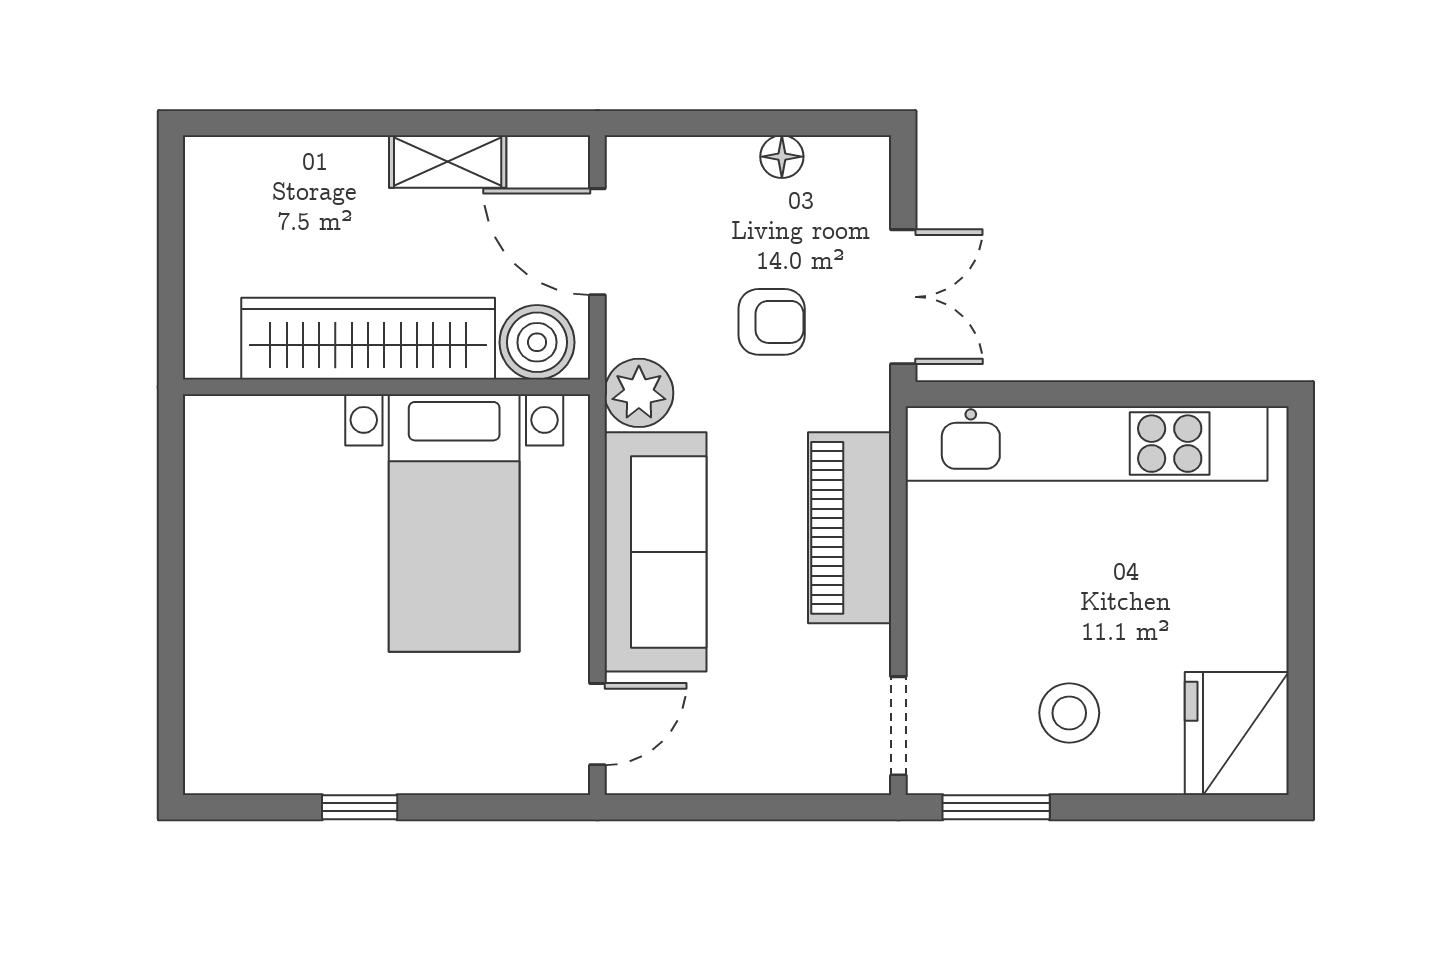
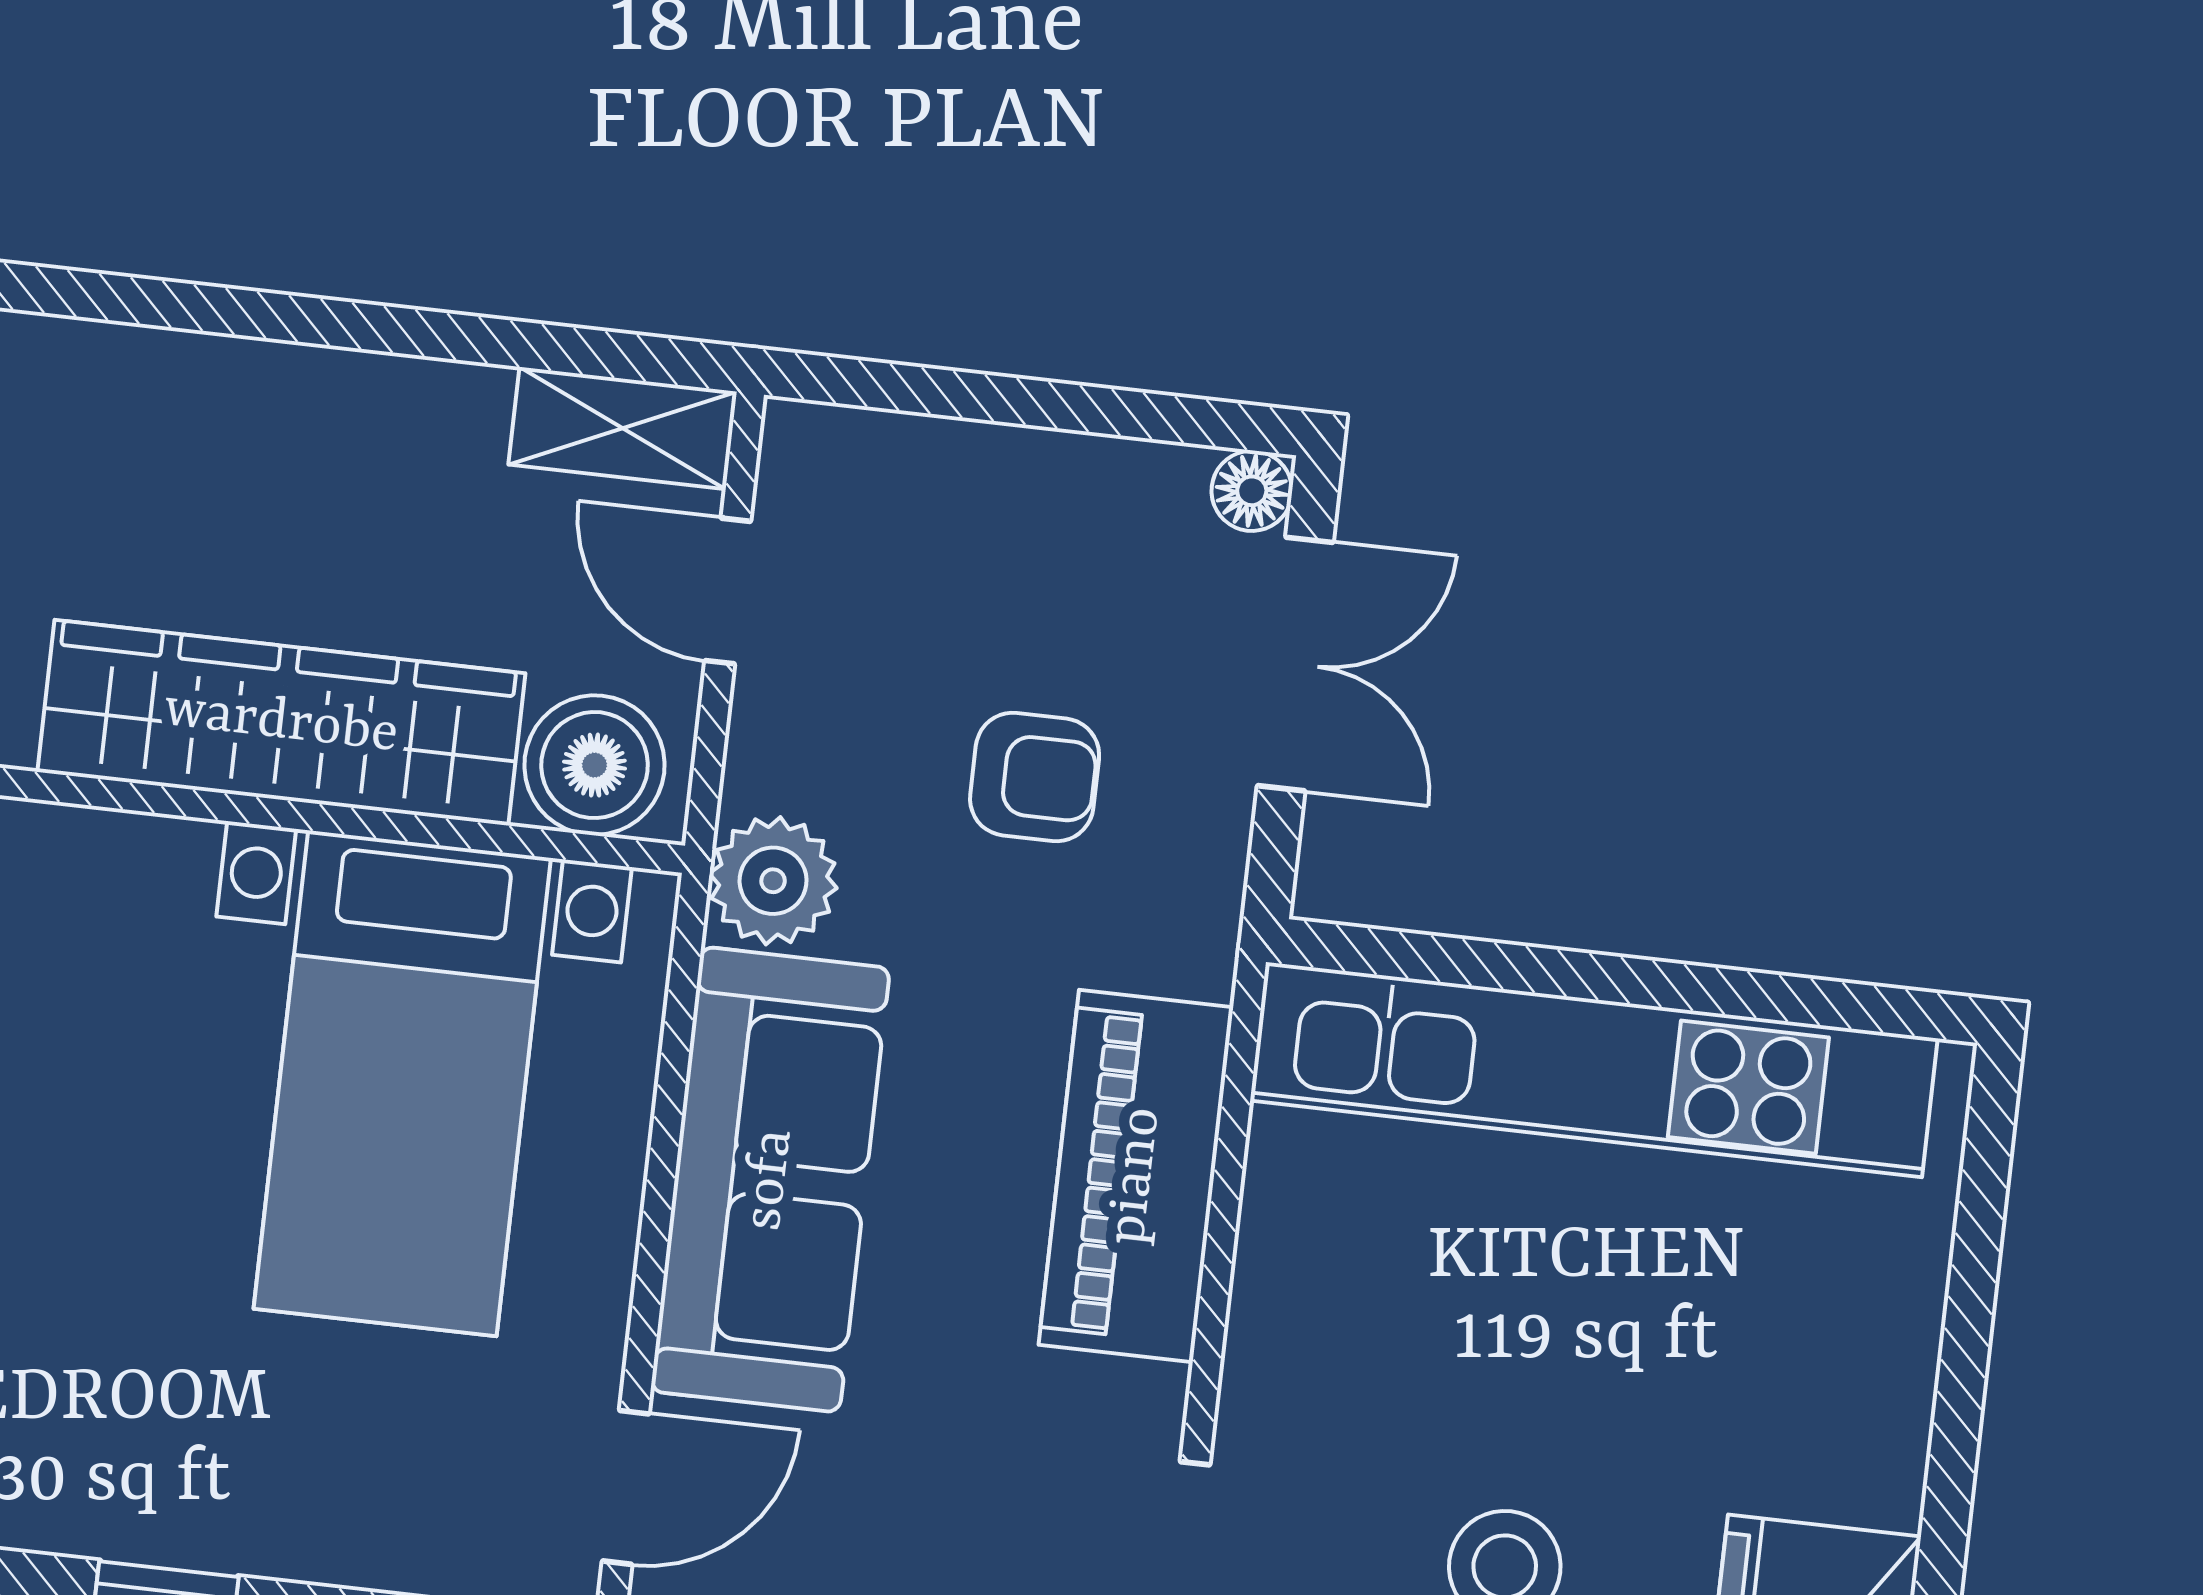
floor lamp: (782, 157) -> (1252, 491), moved
shelving: (448, 162) -> (623, 428), moved
door: (597, 242) -> (728, 591), width x0.73
double door: (903, 297) -> (1295, 664), moved

